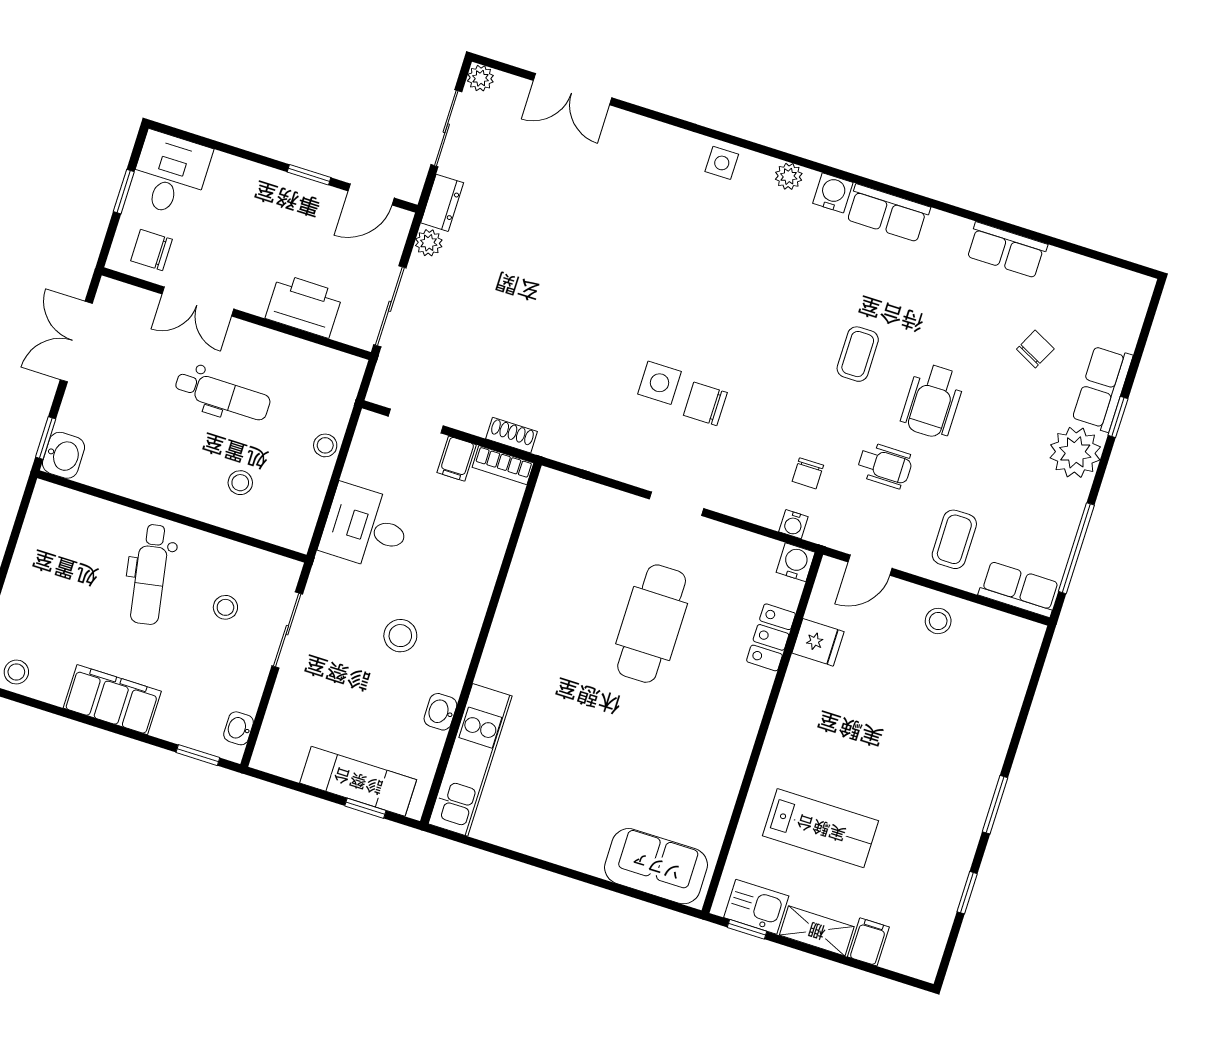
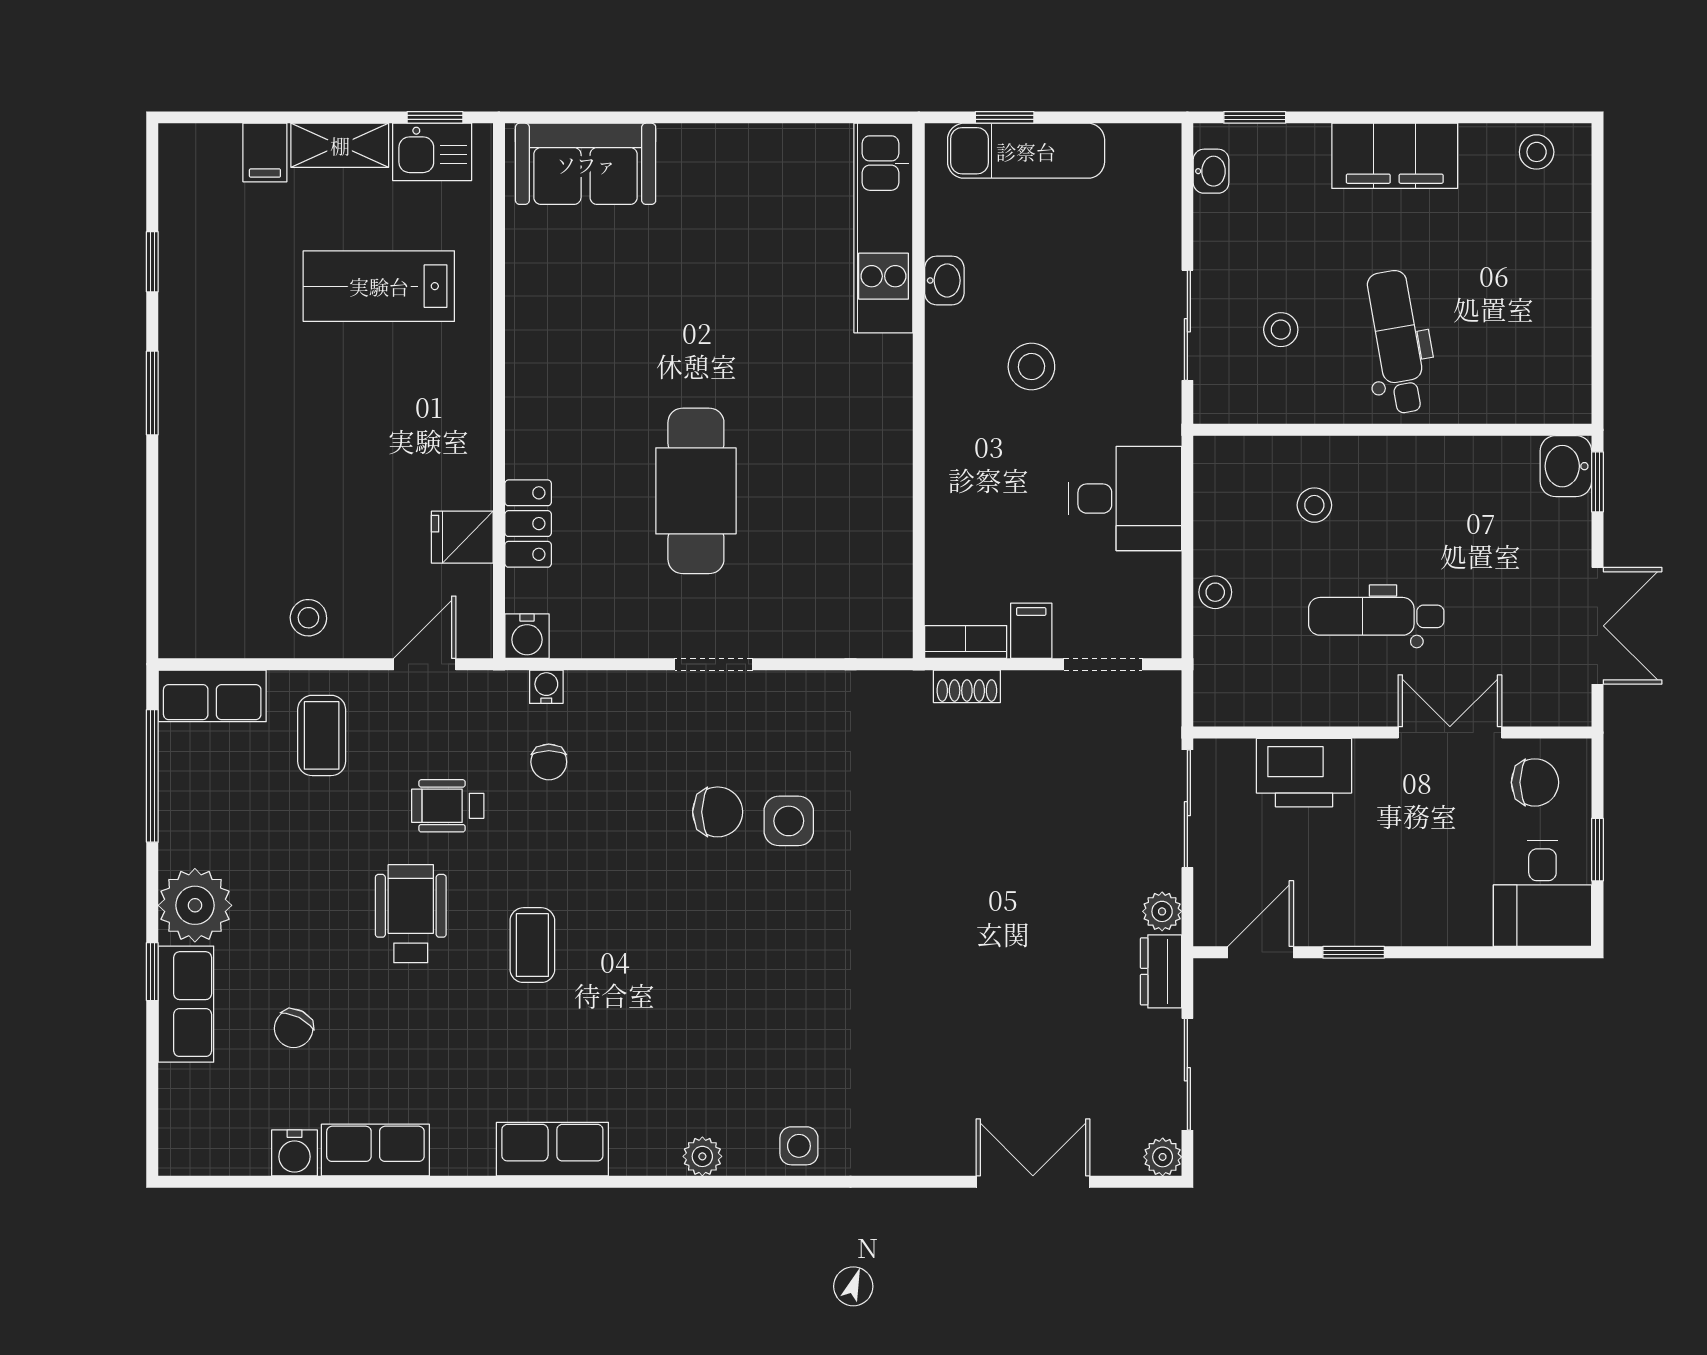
water cooler: (833, 193) -> (295, 1153), moved
chair: (808, 473) -> (549, 762), turned 180

